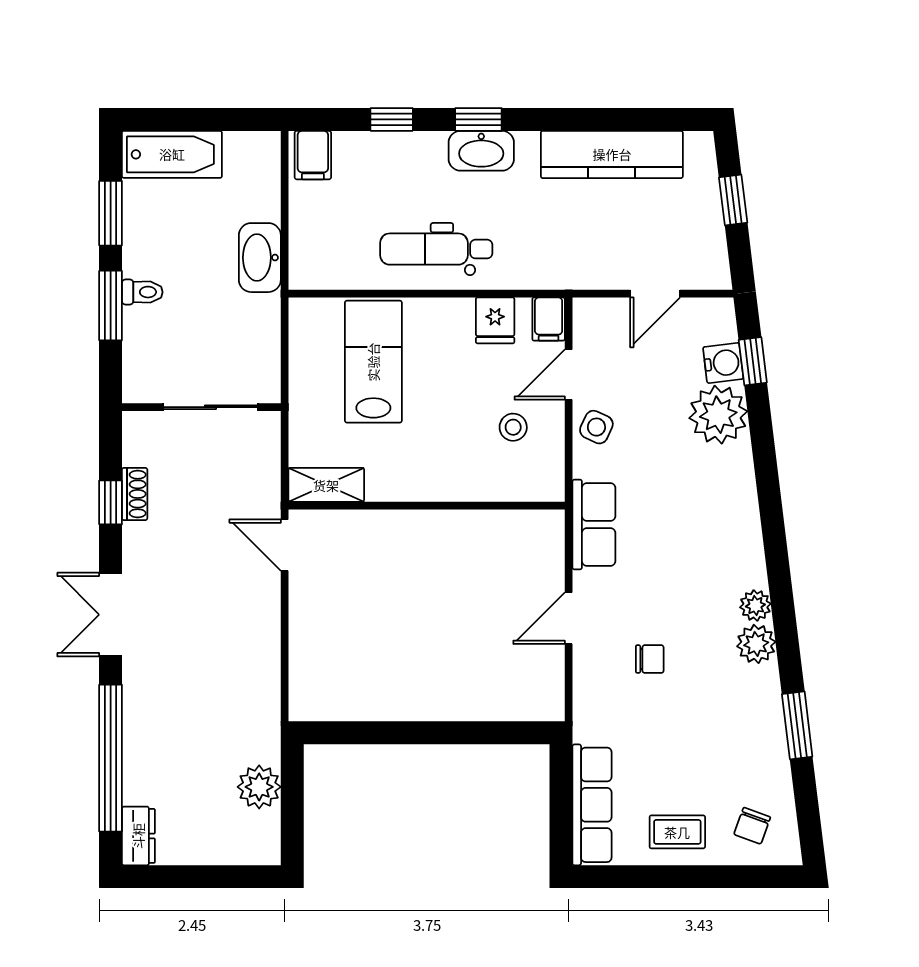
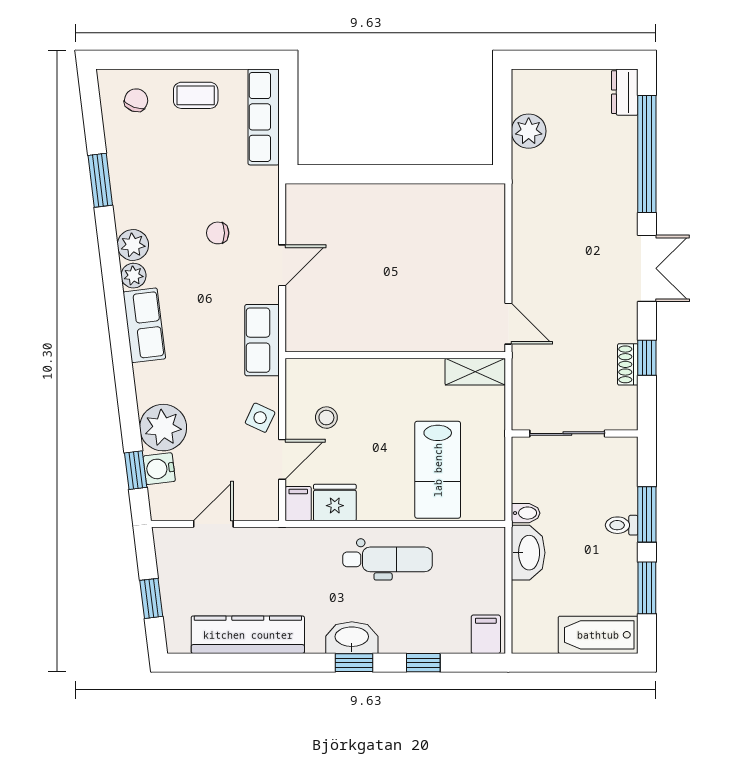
bidet: (263, 307) -> (526, 513), added
fridge: (495, 320) -> (335, 503), width x1.38
row of seats: (742, 543) -> (144, 325), added

